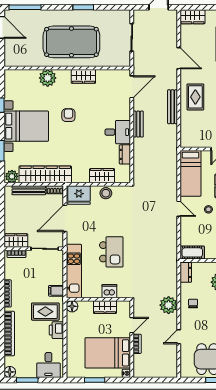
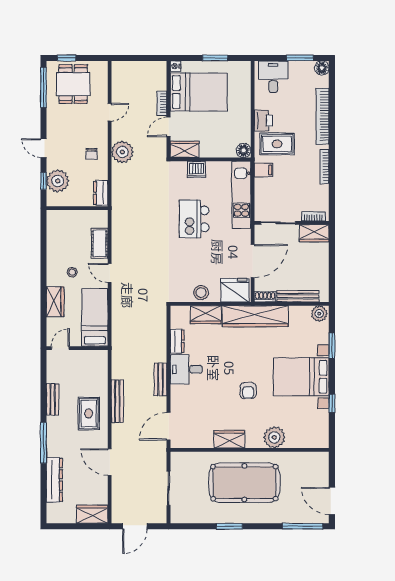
wardrobe: (45, 174) -> (255, 316), moved
cot: (192, 252) -> (100, 243), moved, turned 90
wardrobe: (105, 307) -> (185, 149), moved

